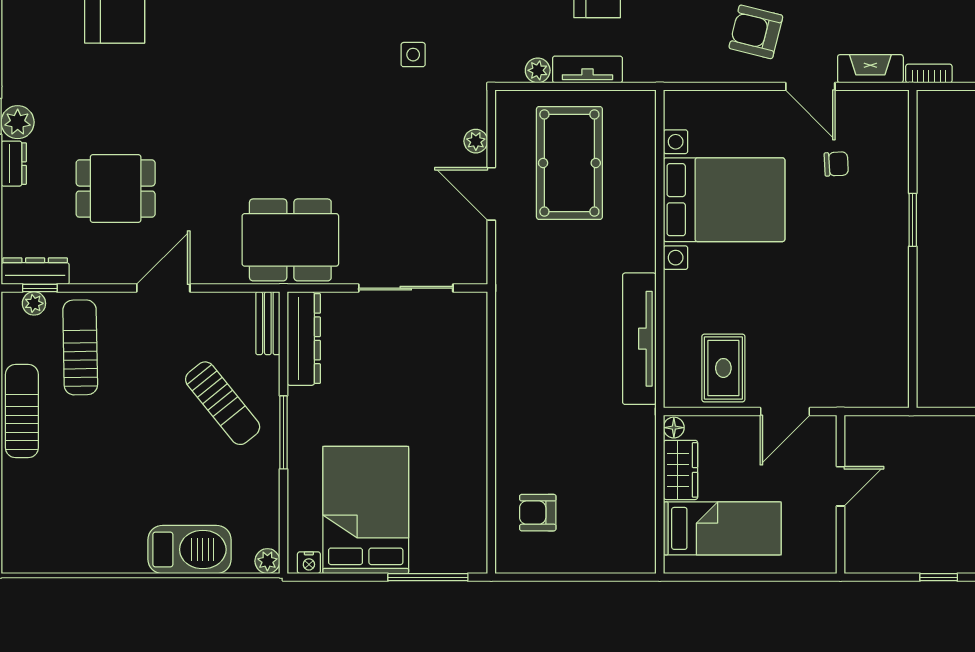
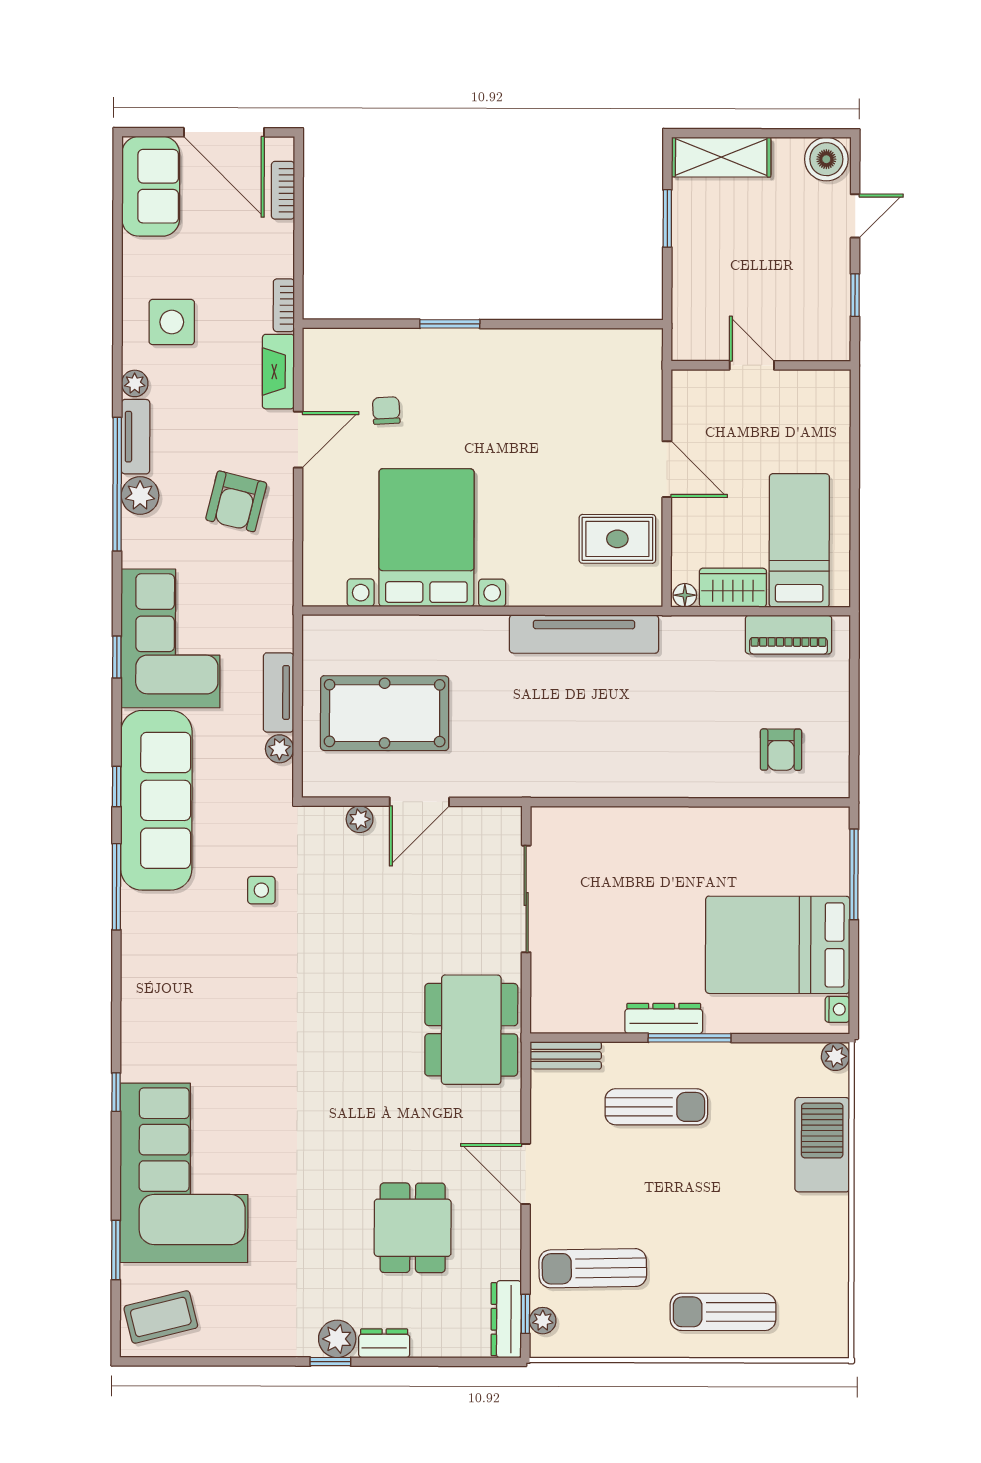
dresser: (304, 338) -> (664, 1019), moved, width x0.73, depth x0.80
sun lounger: (223, 403) -> (656, 1107), turned 39
sun lounger: (22, 411) -> (723, 1312), moved
door: (840, 486) -> (752, 365), moved
wall: (840, 494) -> (761, 365), moved
piano: (639, 519) -> (788, 635), added

